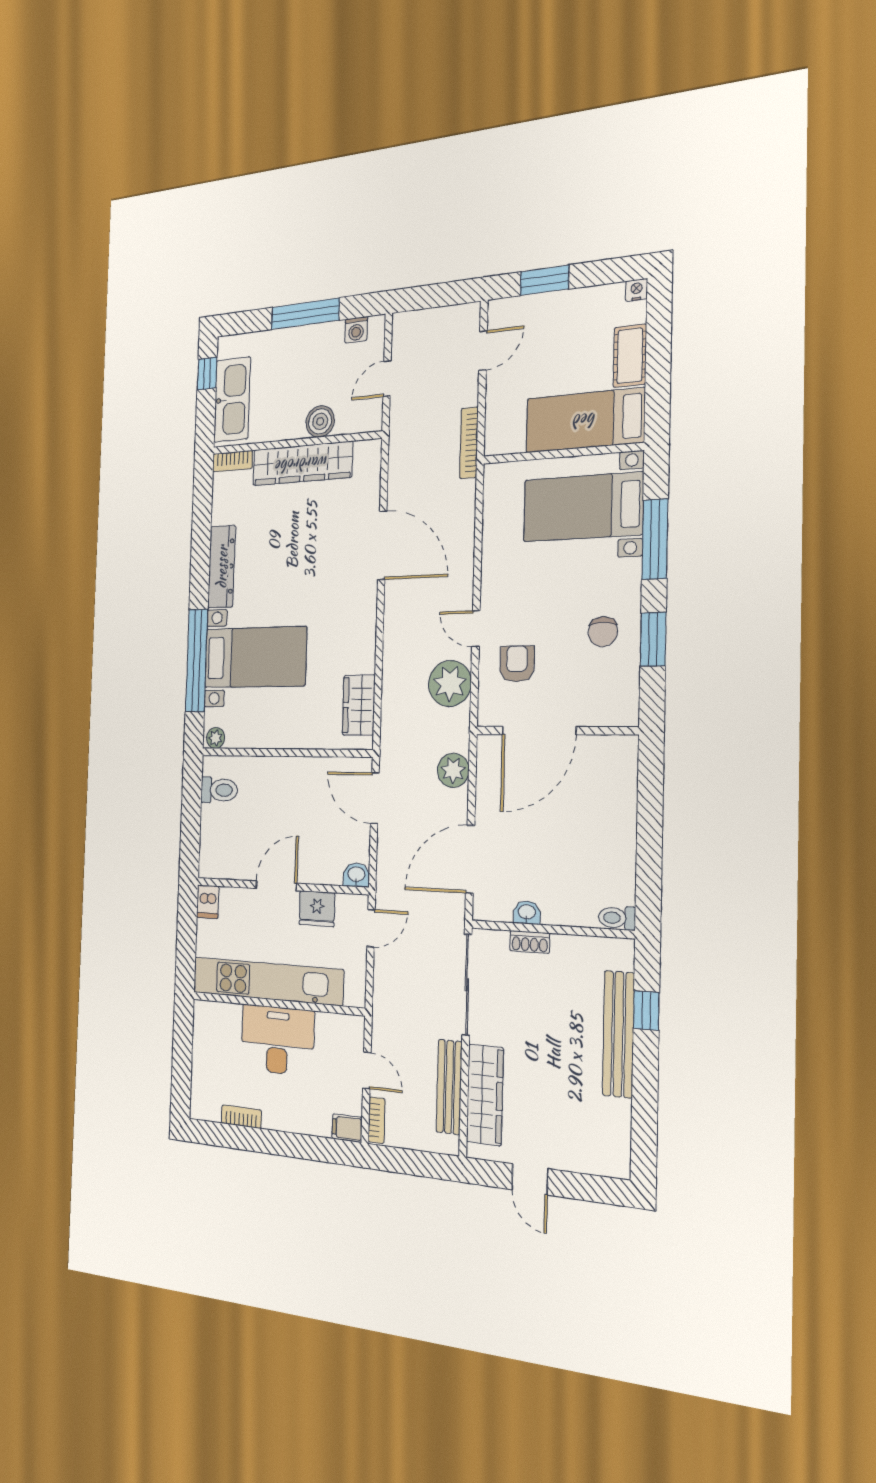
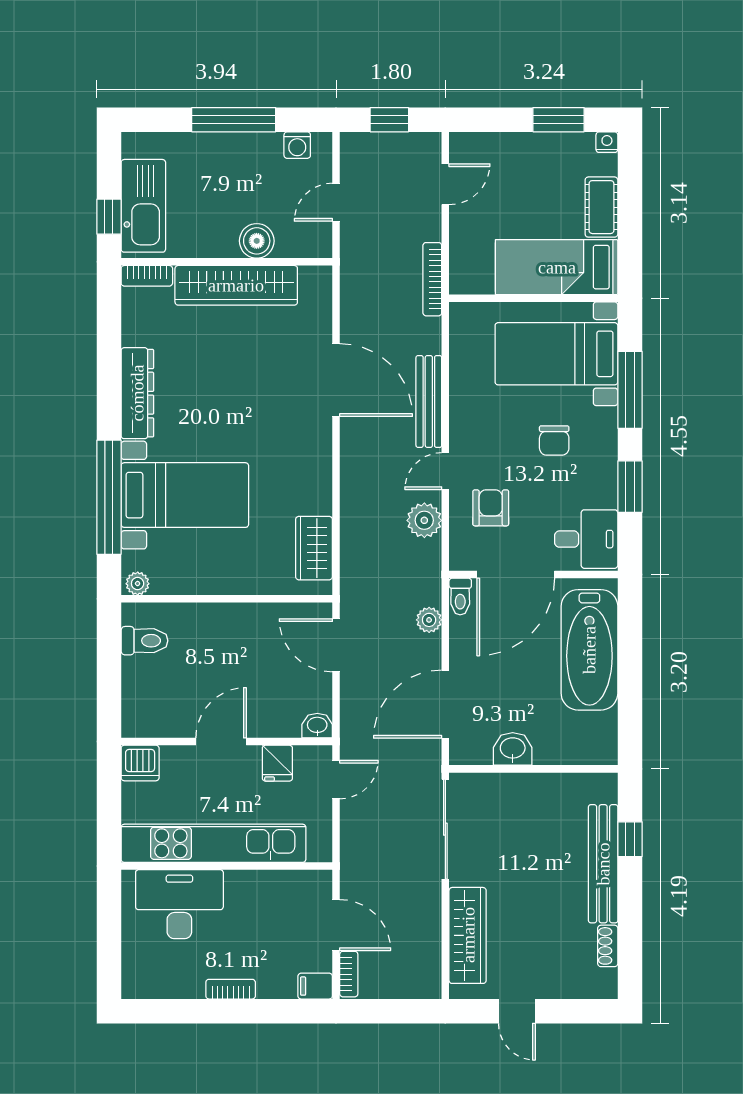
window: (544, 280) -> (559, 120), moved
window: (435, 296) -> (389, 120), added
window: (207, 374) -> (109, 217), moved
door: (476, 629) -> (445, 471), hinge flipped
chair: (603, 632) -> (554, 440), moved
plant: (450, 683) -> (424, 520), width x0.73, depth x0.73
desk: (608, 694) -> (586, 539), added
plant: (453, 770) -> (429, 620), width x0.73, depth x0.73
bathtub: (609, 809) -> (589, 650), added
dishwasher: (208, 902) -> (140, 763), width x1.38
fridge: (317, 909) -> (277, 763), width x0.72
washbasin: (527, 912) -> (513, 749), width x1.38, depth x1.45
toilet: (617, 918) -> (460, 596), moved, turned -90
shoe rack: (530, 942) -> (608, 946), moved, turned 90
desk: (277, 1040) -> (179, 904), moved
door: (367, 1070) -> (336, 925), width x1.38
bench: (449, 1087) -> (429, 401), moved
bookcase: (241, 1117) -> (231, 989), moved

